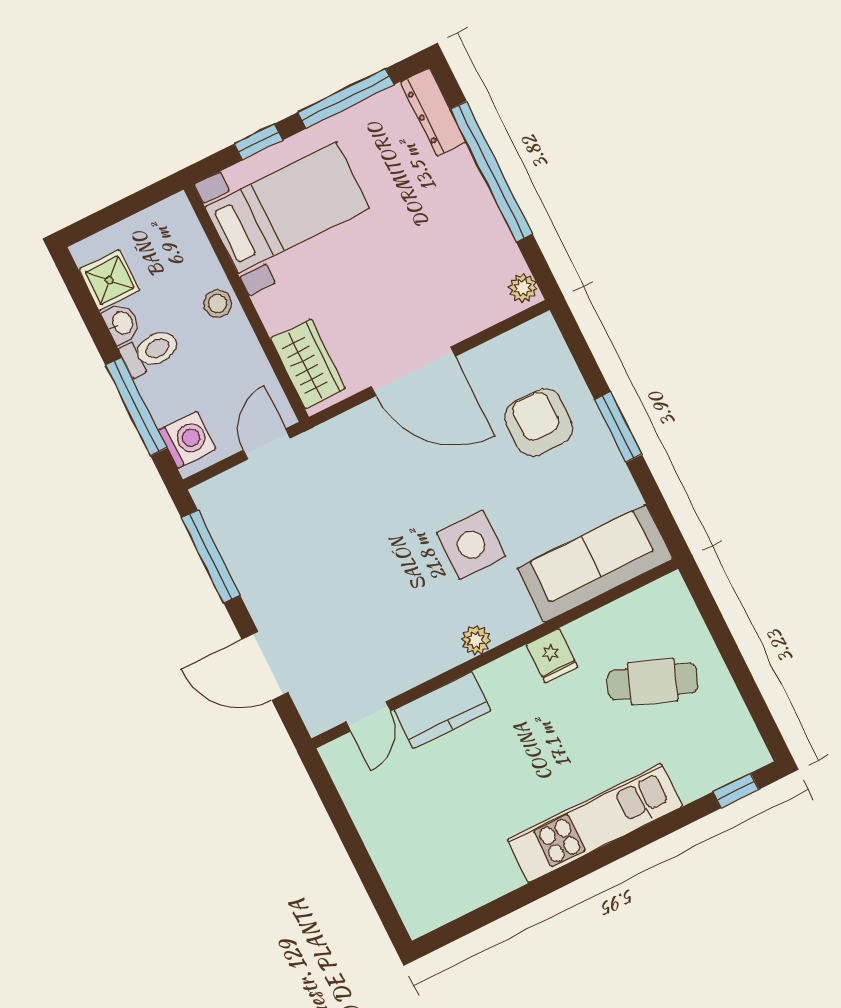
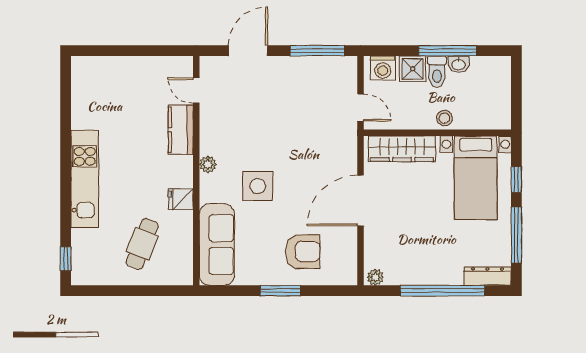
shower: (109, 280) -> (413, 69), moved
wardrobe: (308, 364) -> (402, 149), width x1.50
window: (136, 407) -> (448, 51), moved

